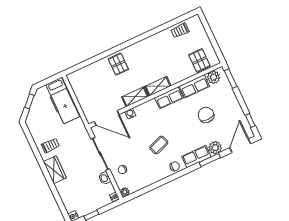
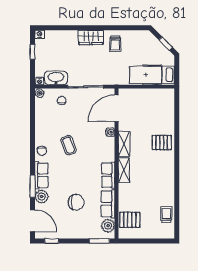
washbasin: (104, 178) -> (56, 78), width x1.91, depth x1.45

